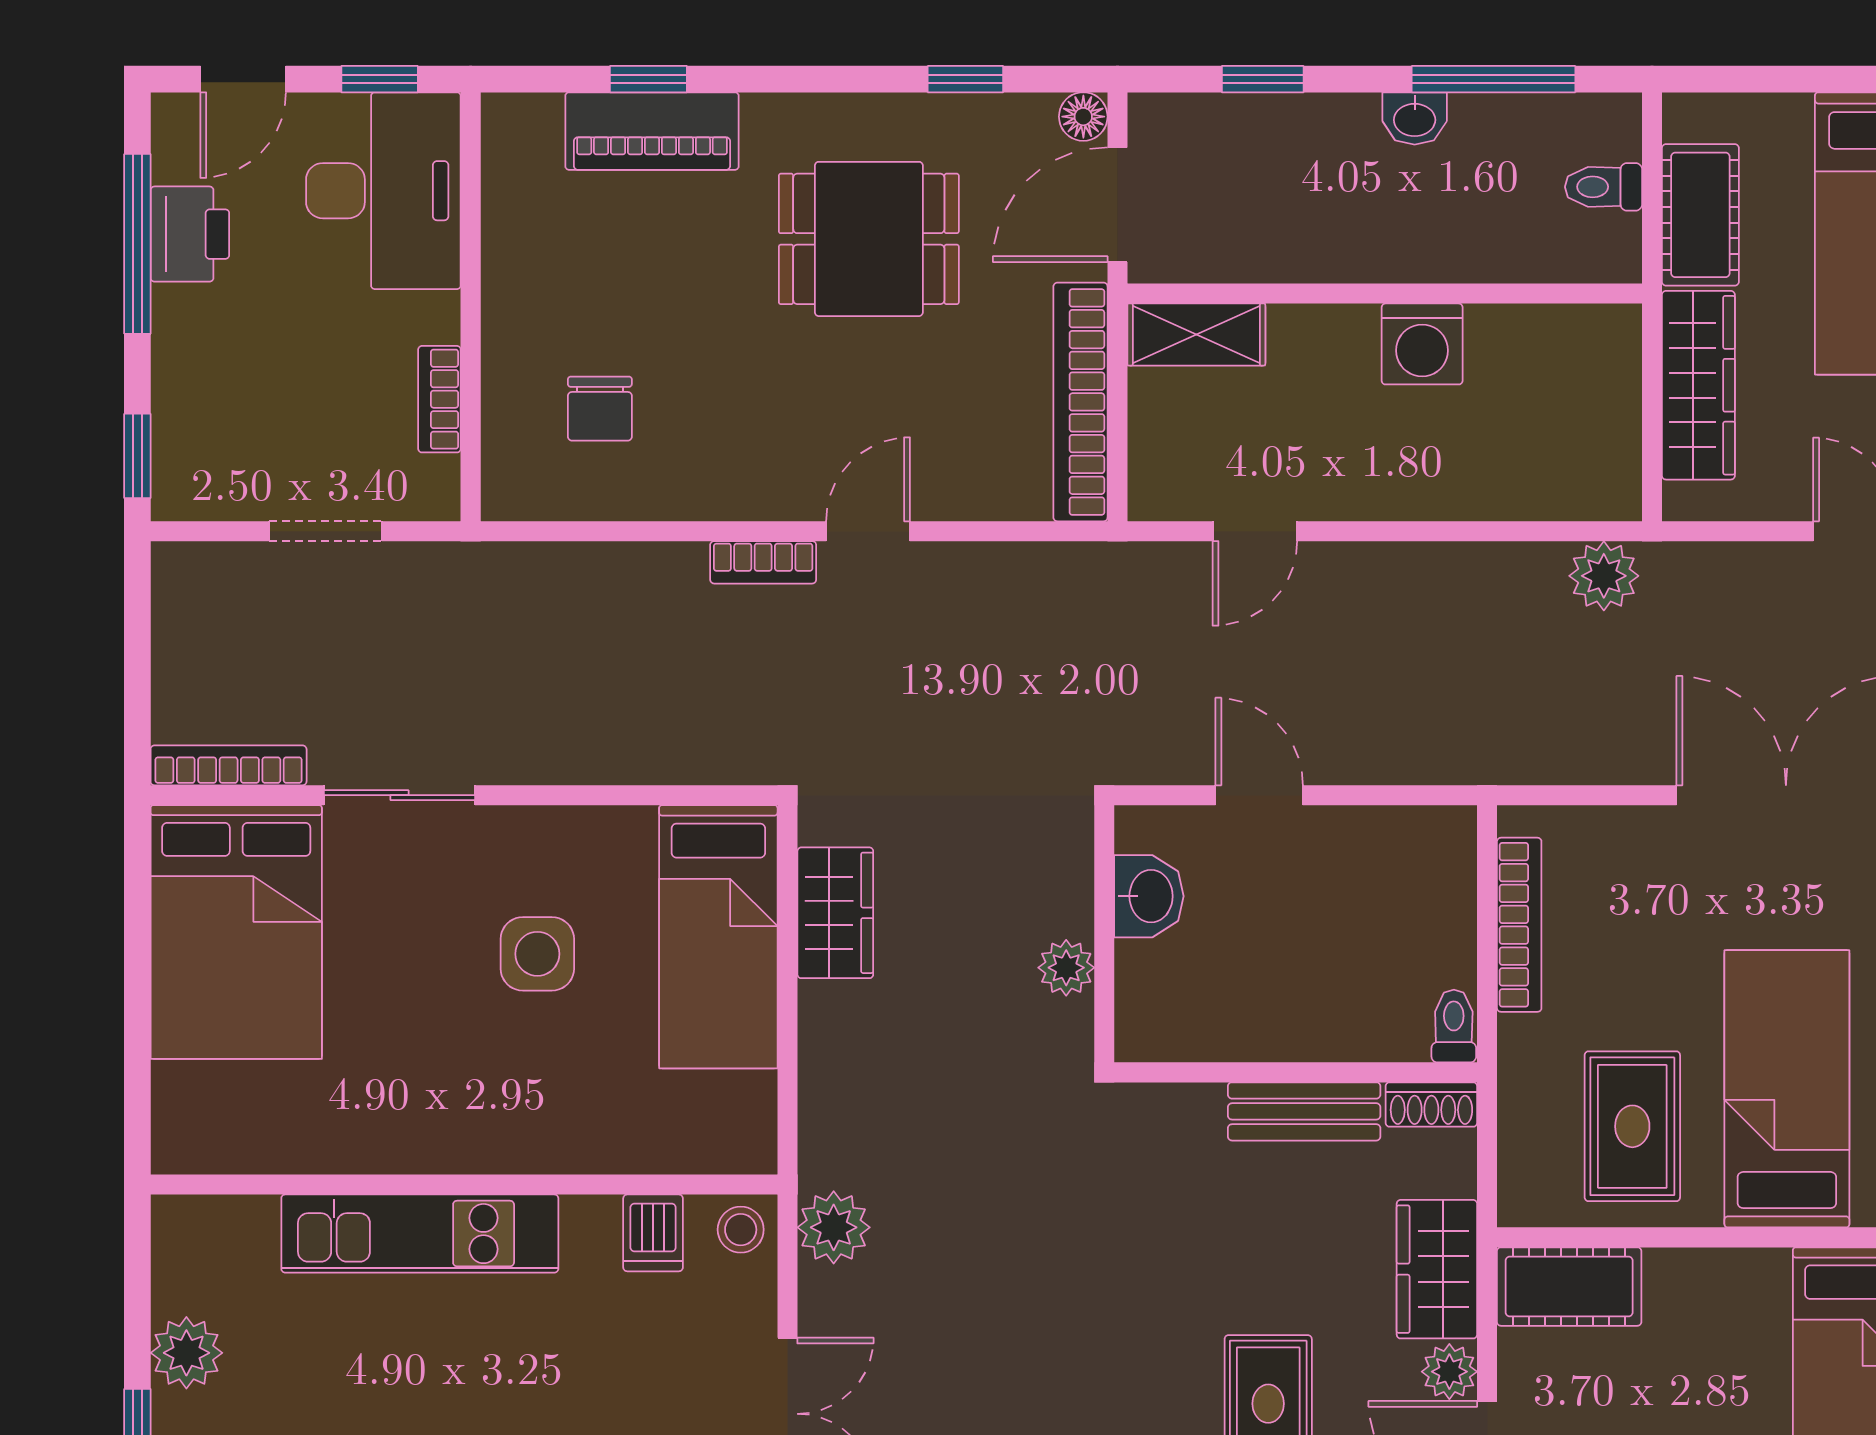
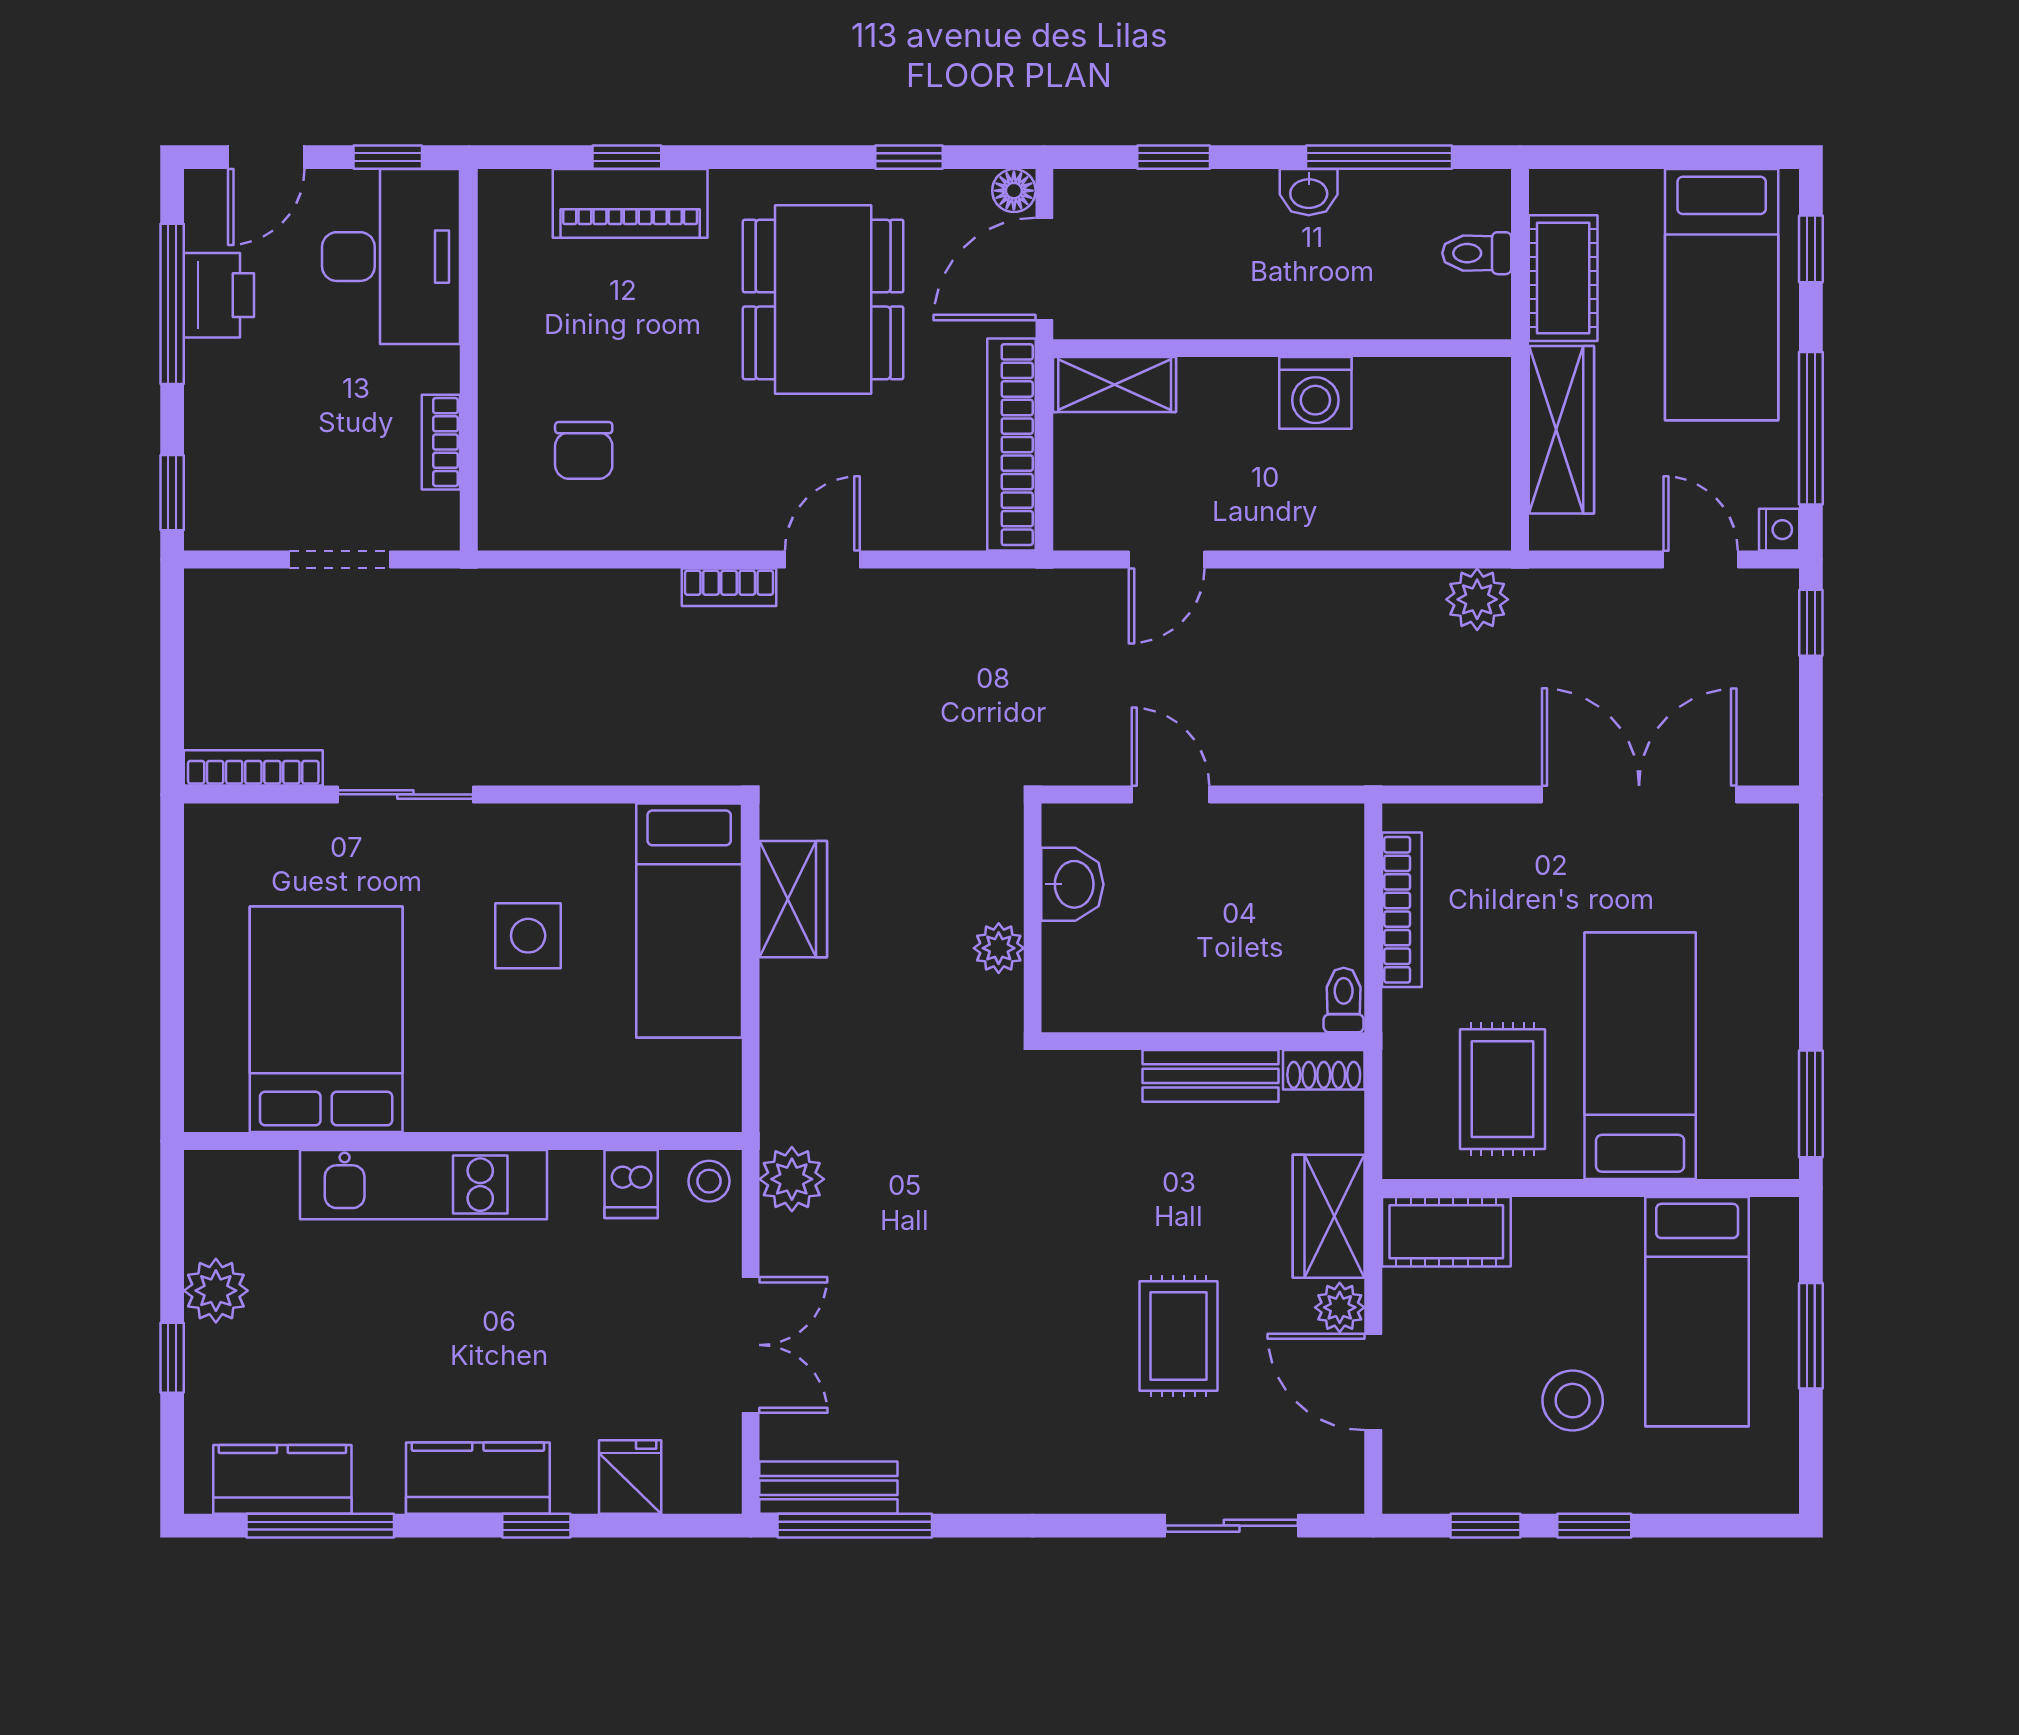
dining table: (869, 239) -> (823, 299), width x1.38
bed: (236, 932) -> (326, 1019), moved, turned 180

